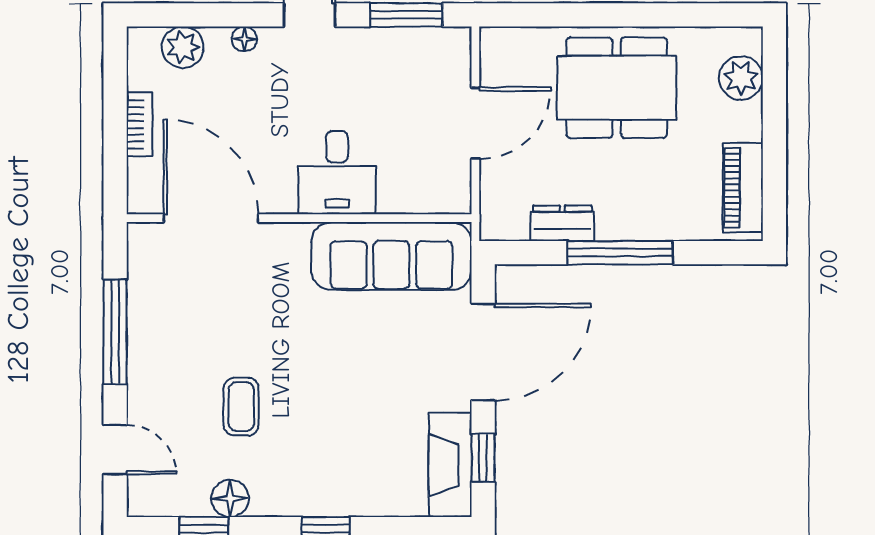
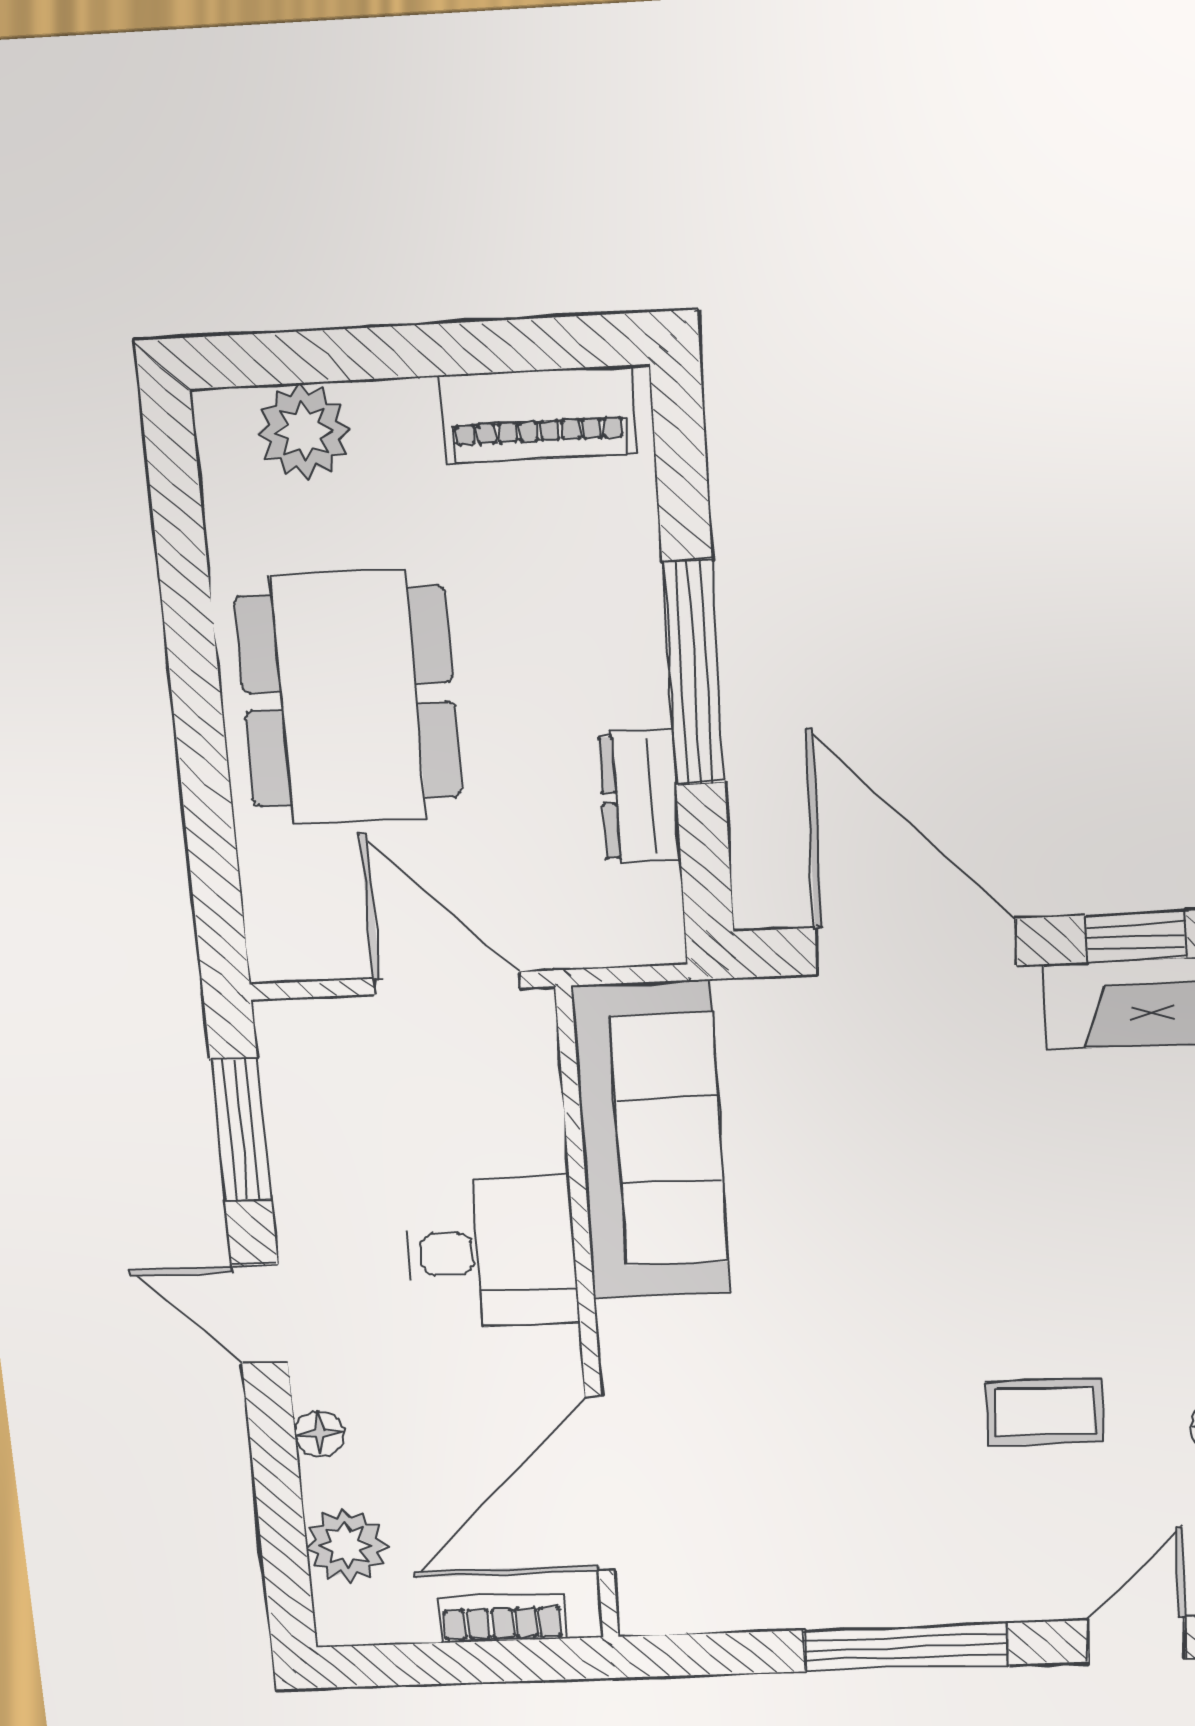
desk: (337, 173) -> (491, 1252), moved
door: (211, 218) -> (600, 1485), moved
wall: (299, 218) -> (588, 1321), moved
sofa: (391, 256) -> (651, 1141), moved

